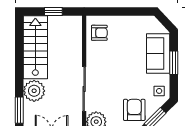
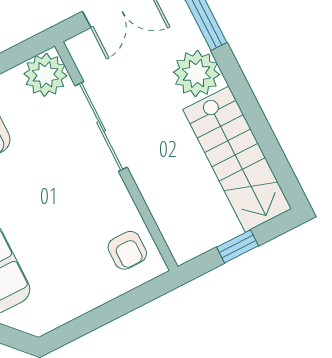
armchair: (99, 33) -> (127, 250), turned -90

